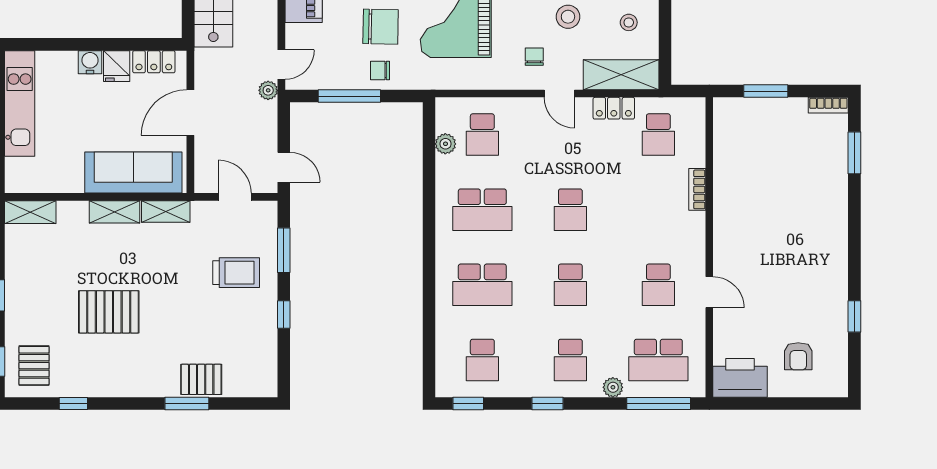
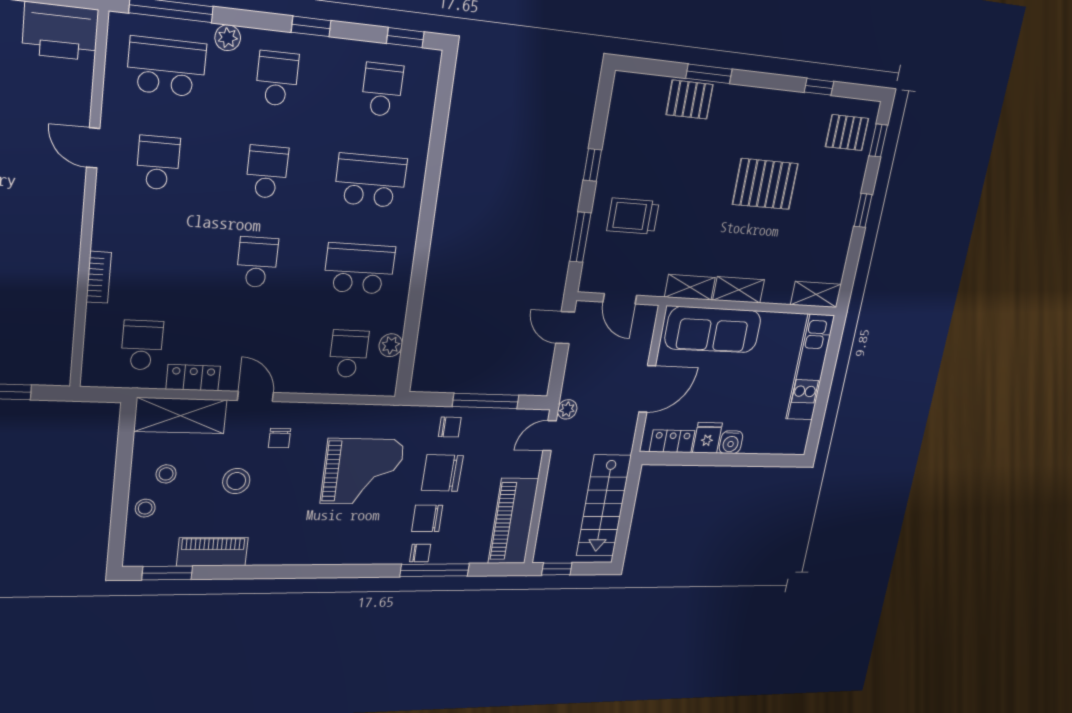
kitchen unit: (20, 103) -> (810, 367), moved
pallet: (34, 366) -> (847, 133), turned 90

